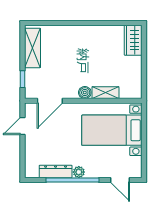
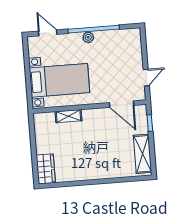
boiler: (85, 93) -> (88, 115), removed
door: (50, 101) -> (122, 104), swing flipped
dresser: (56, 171) -> (111, 36), removed

